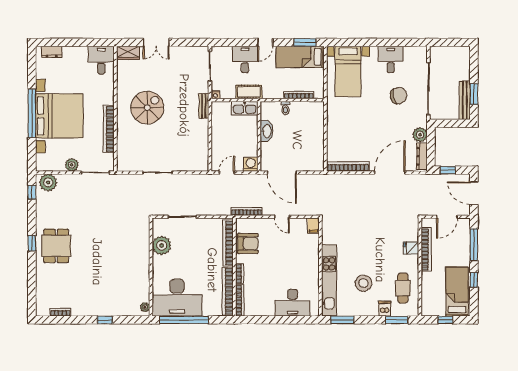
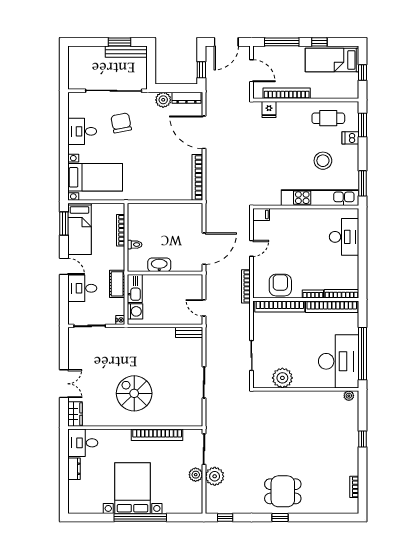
dresser: (52, 52) -> (74, 469), moved
bench: (204, 106) -> (189, 332), moved
bed with nightstands: (59, 116) -> (133, 488), width x0.73
washing machine: (251, 164) -> (135, 311), moved, turned 180
plant: (48, 182) -> (215, 476), moved
fridge: (411, 248) -> (269, 109), moved

